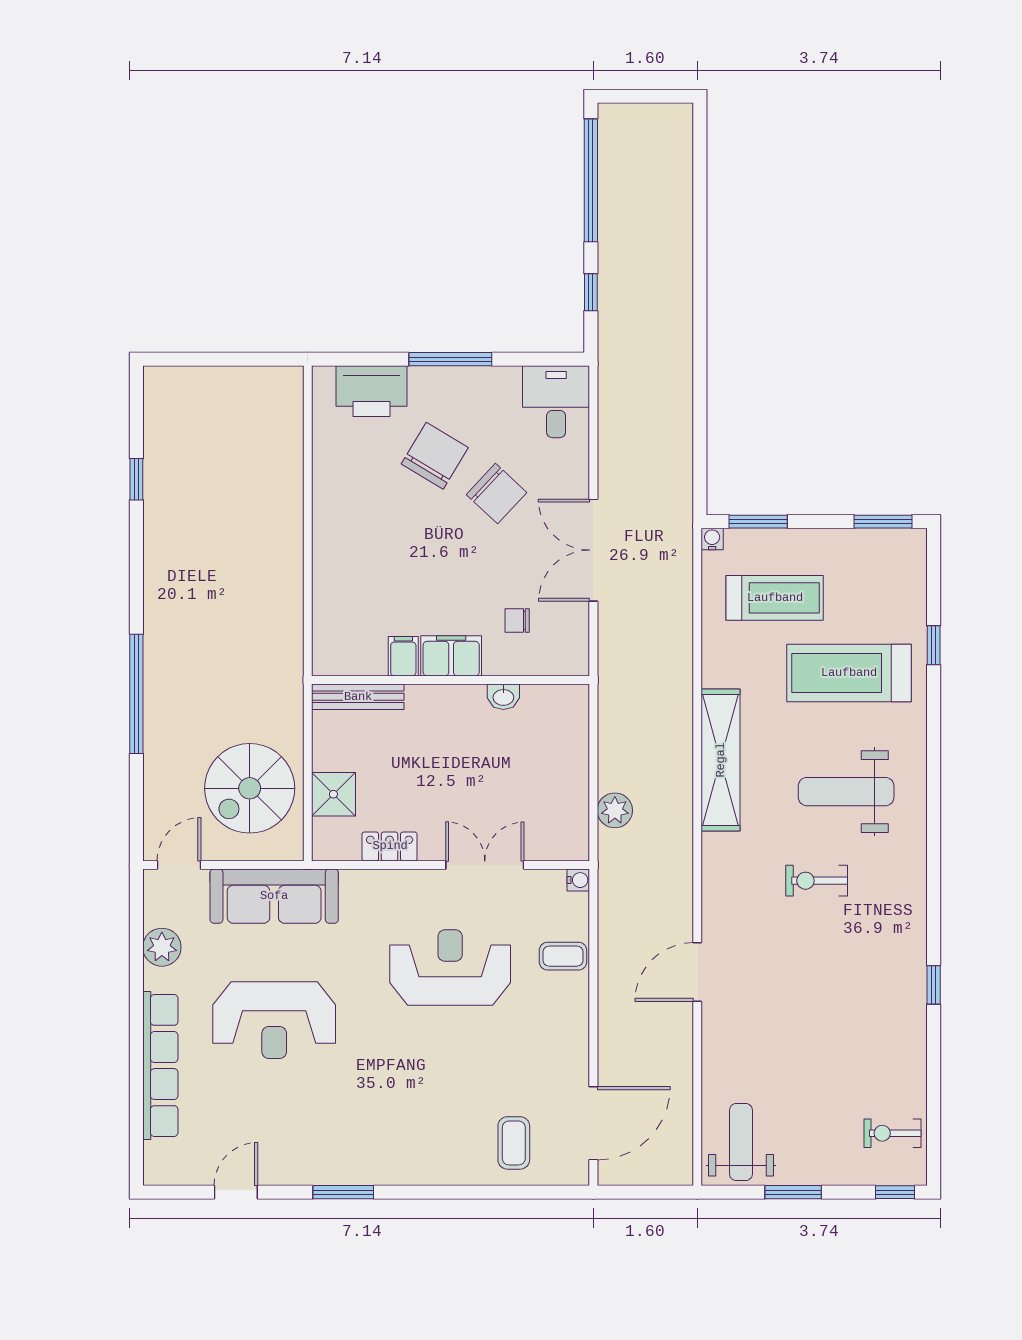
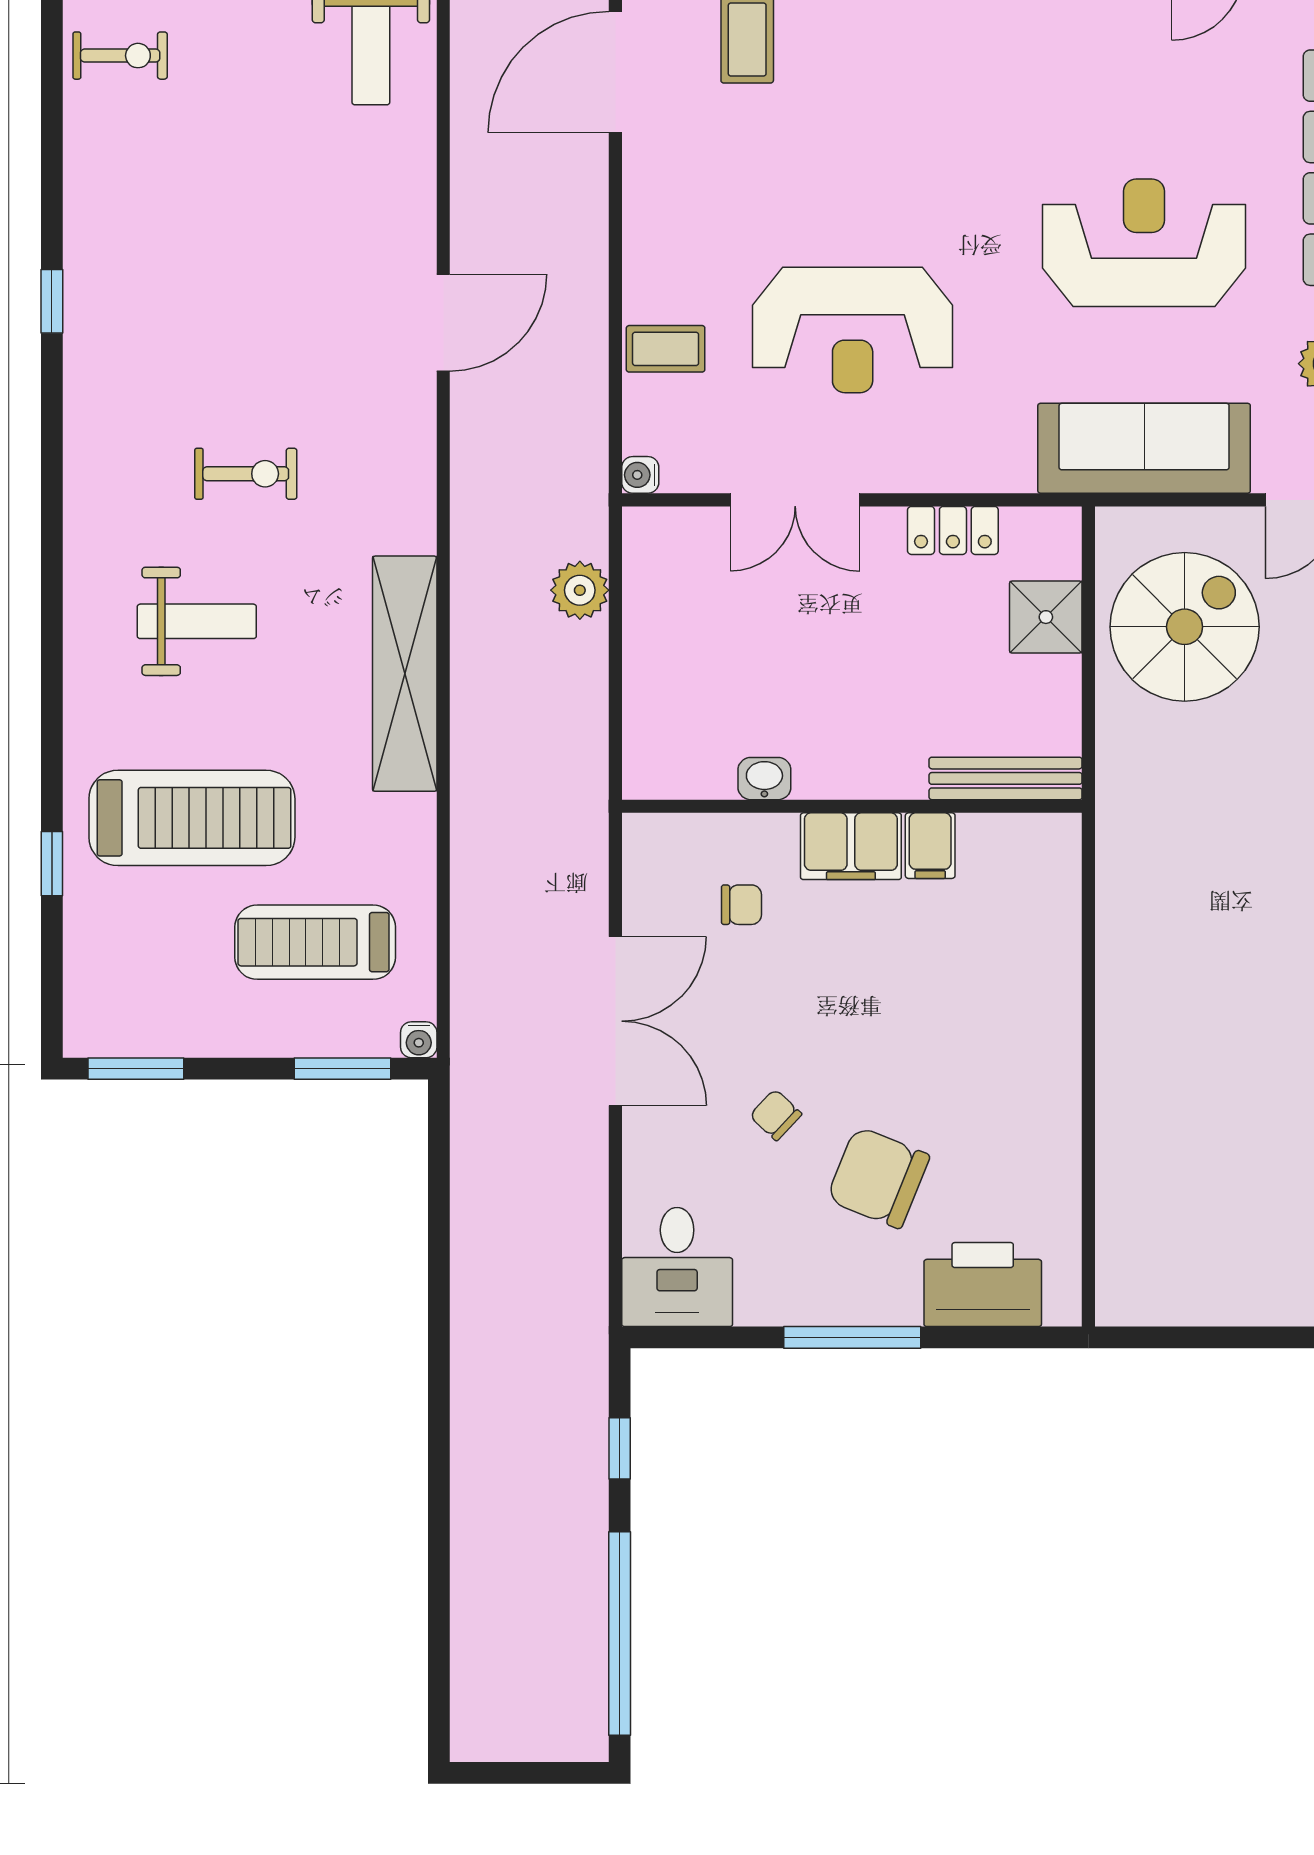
chair: (435, 456) -> (878, 1177), turned 81
chair: (497, 494) -> (776, 1115), width x0.54, depth x0.54
weight bench: (846, 792) -> (197, 621), width x0.73, depth x0.75

